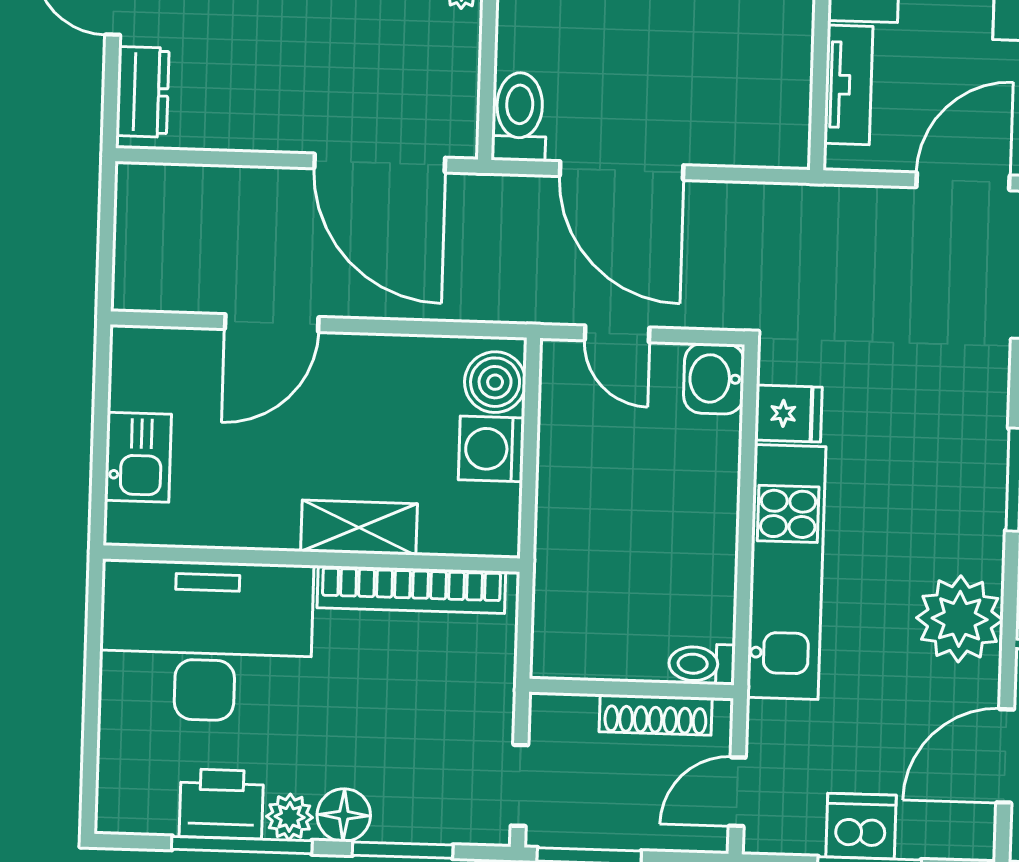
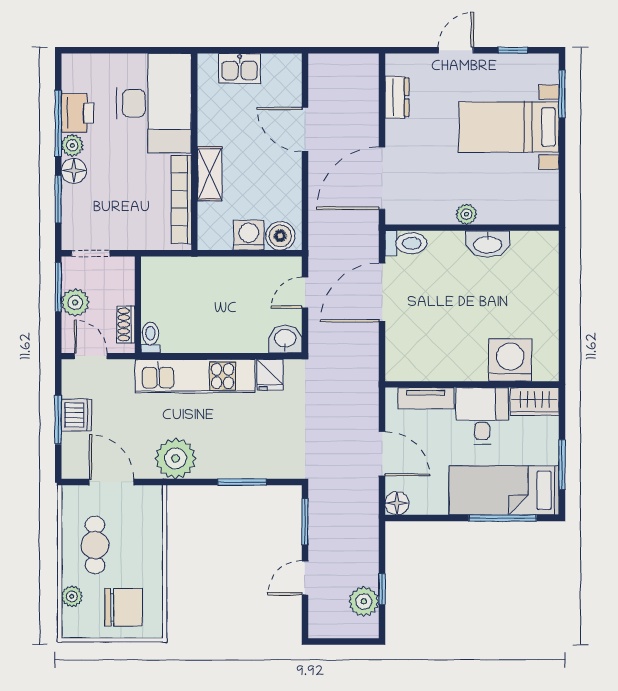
dresser: (143, 92) -> (397, 97), moved, turned -90
shoe rack: (656, 715) -> (126, 324), width x0.70
plant: (623, 821) -> (75, 302), added

